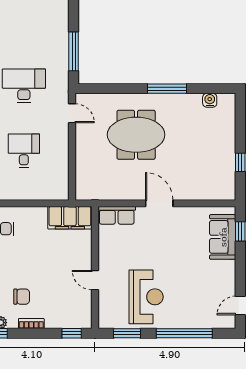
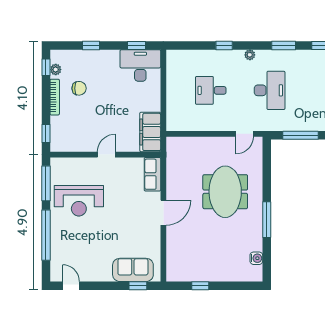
desk: (24, 151) -> (211, 90), turned 180
door: (95, 280) -> (106, 155), moved
chair: (22, 297) -> (79, 88), turned -90
bookcase: (31, 324) -> (55, 97), width x1.56
window: (127, 333) -> (46, 183), width x1.44

